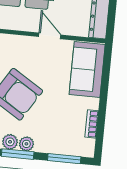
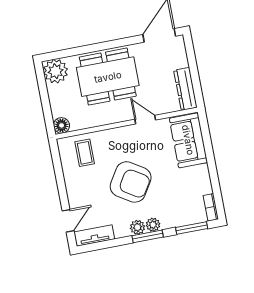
bookcase: (92, 124) -> (211, 207), moved

